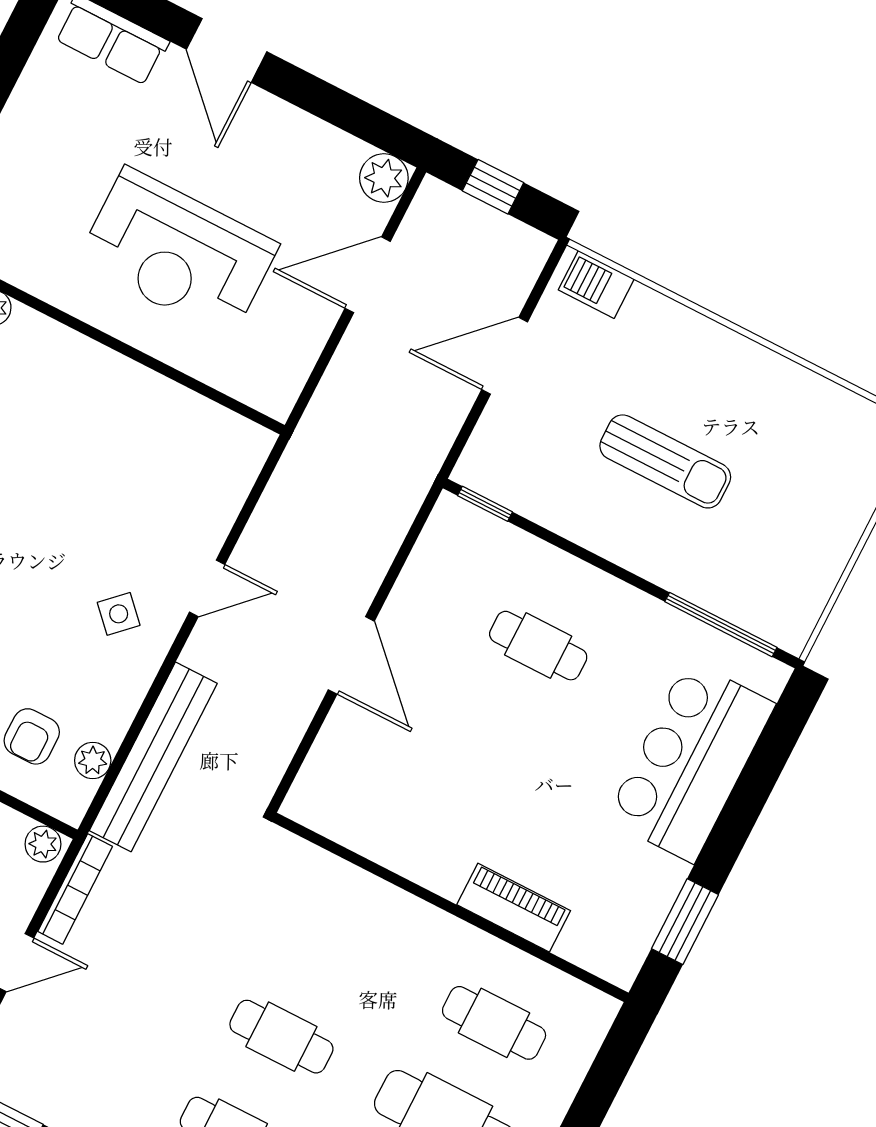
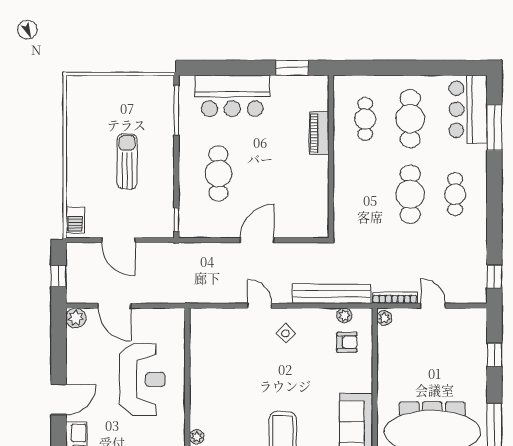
cafe table: (538, 646) -> (218, 173), width x1.37, depth x1.35
cafe table: (281, 1037) -> (410, 194), width x1.37, depth x1.35

